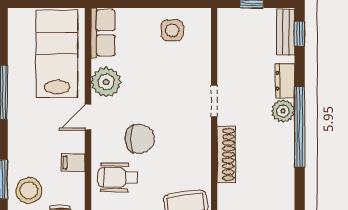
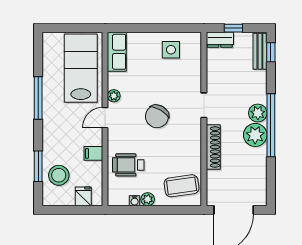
dresser: (285, 81) -> (220, 40), moved, turned -90
plant: (106, 82) -> (114, 96), width x0.53, depth x0.53
chair: (140, 139) -> (157, 116), moved, turned 120
plant: (280, 139) -> (255, 135), added

